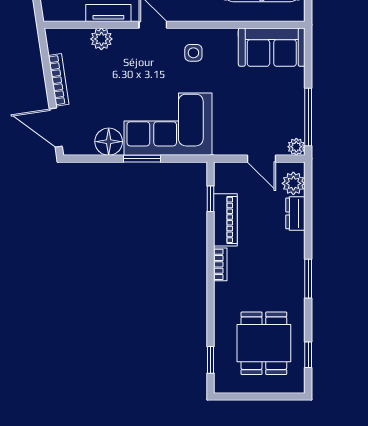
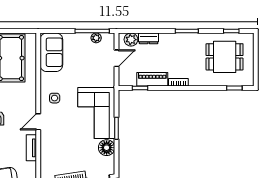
plant: (101, 39) -> (46, 152), removed
plant: (296, 147) -> (96, 38), moved

